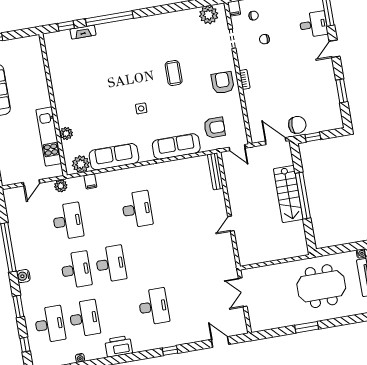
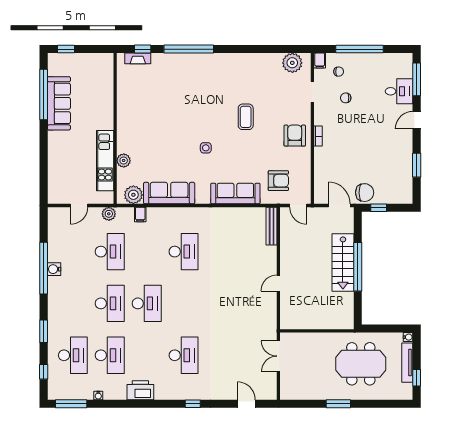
fireplace: (83, 32) -> (138, 58), moved
water cooler: (23, 276) -> (54, 269), moved

